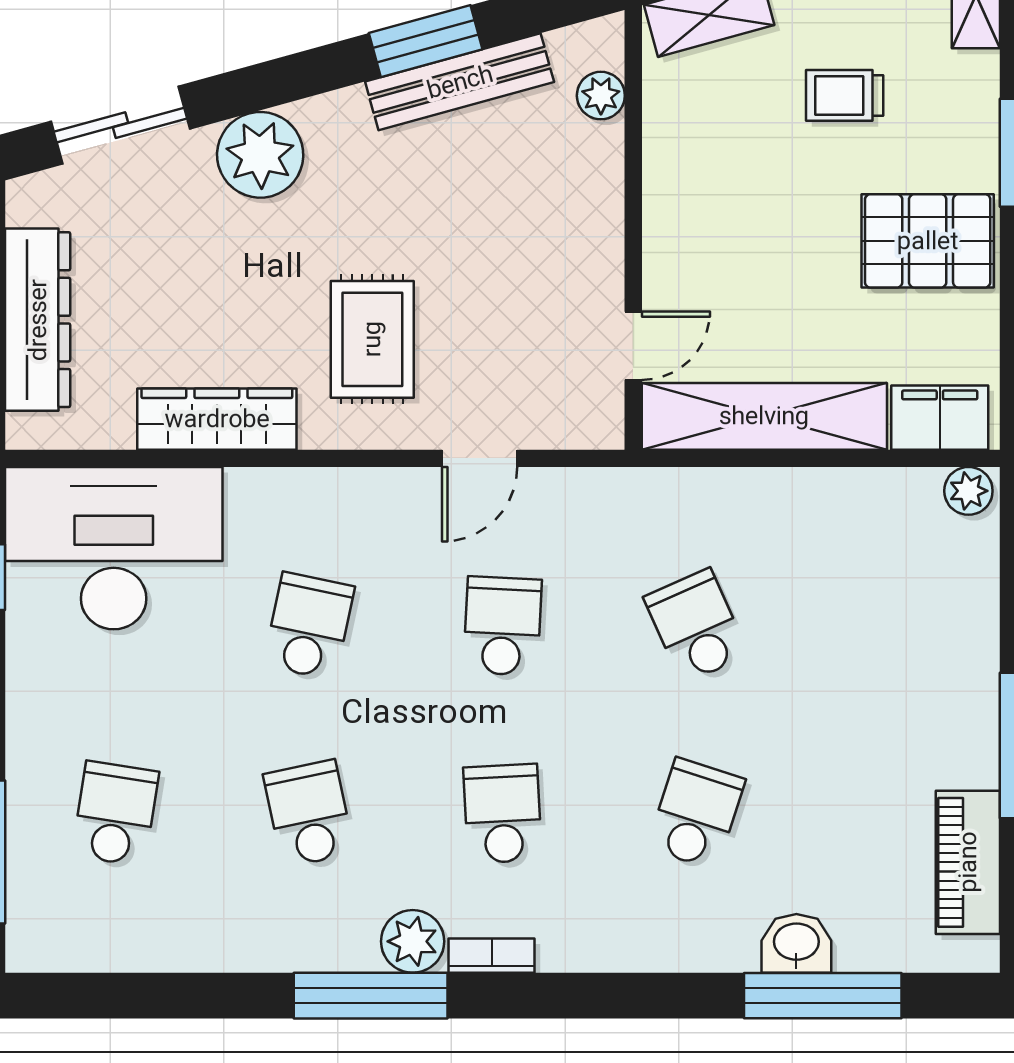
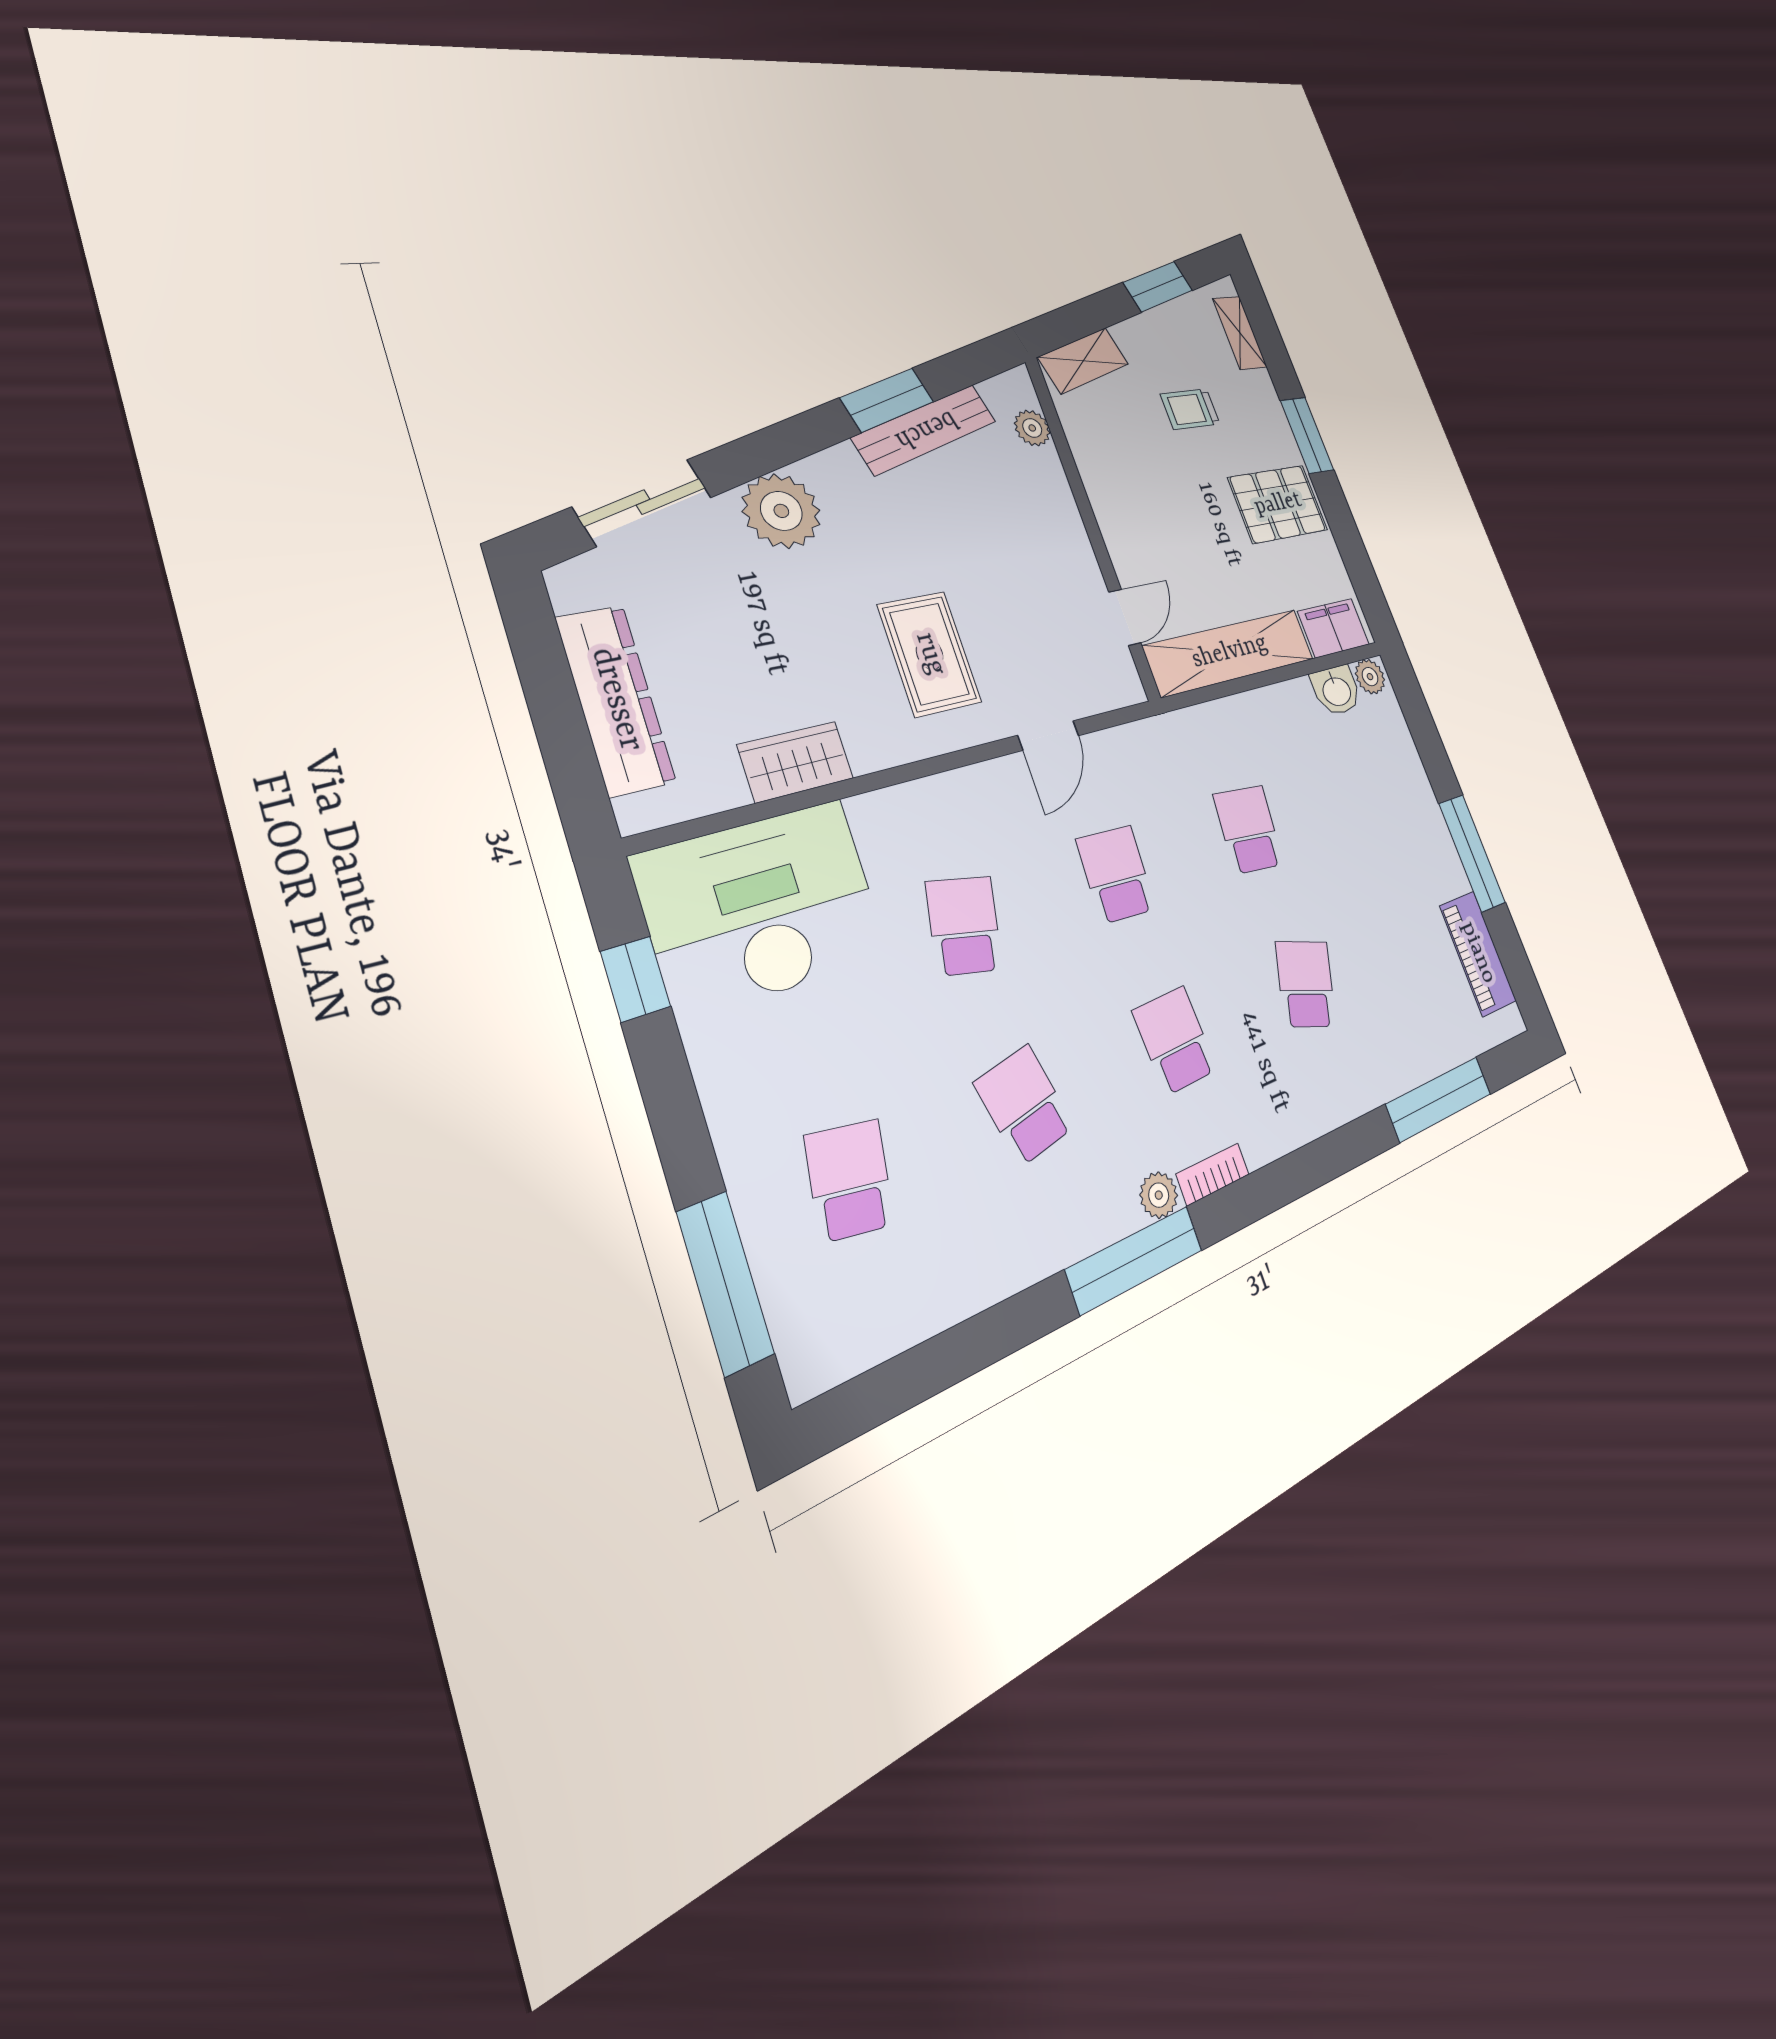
wardrobe: (217, 419) -> (796, 762), width x0.67
school desk: (696, 626) -> (1248, 829), turned 30
plant: (413, 941) -> (1159, 1195), width x0.73, depth x0.73
washbasin: (796, 943) -> (1336, 690), moved, turned 180

